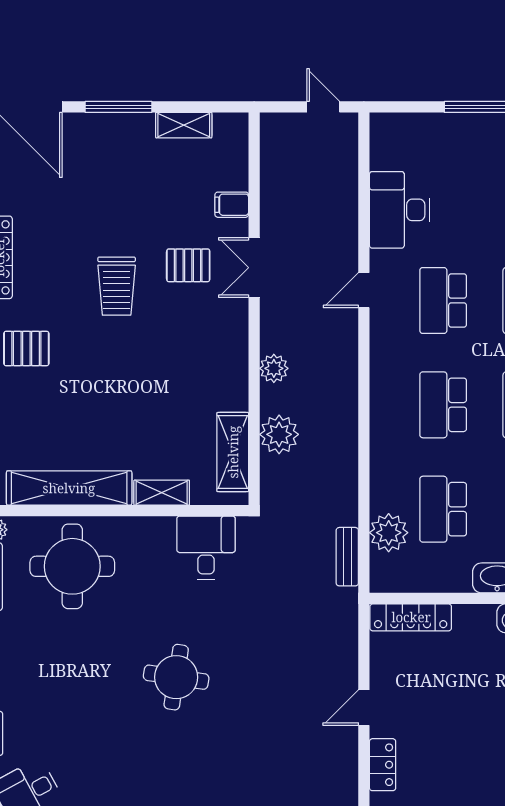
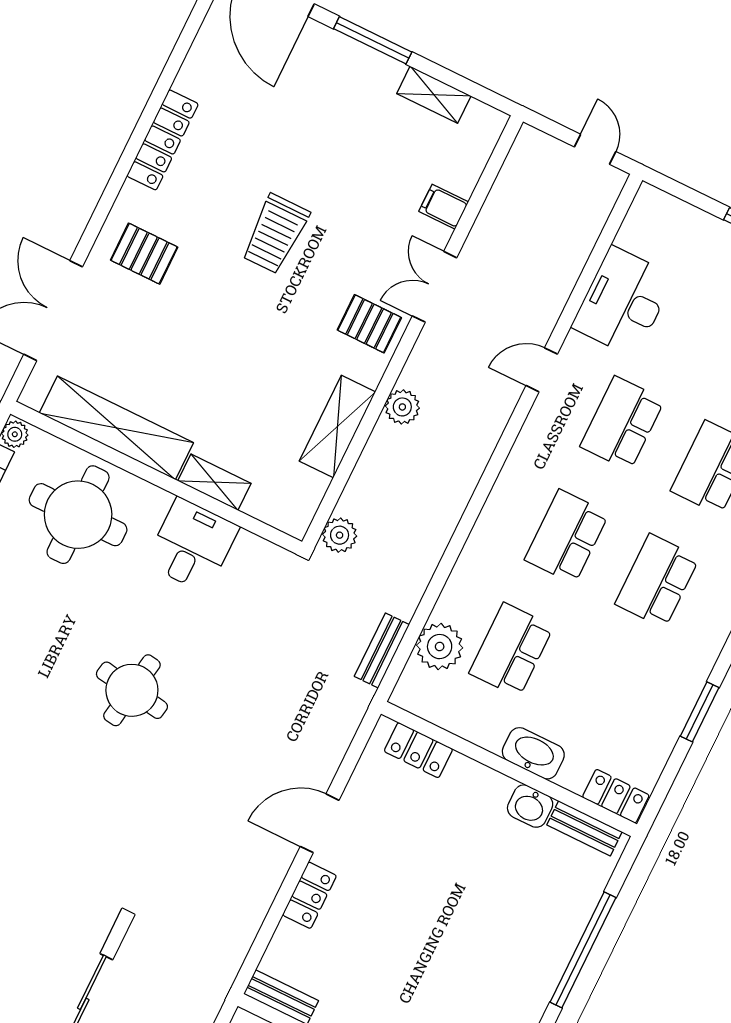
pallet: (188, 265) -> (369, 324), moved
plant: (279, 434) -> (340, 535), moved, width x0.73, depth x0.73
shelving: (233, 452) -> (337, 427), moved
desk: (206, 548) -> (192, 545), moved
locker: (411, 617) -> (418, 750), width x0.66
door: (364, 708) -> (320, 823), width x1.38

